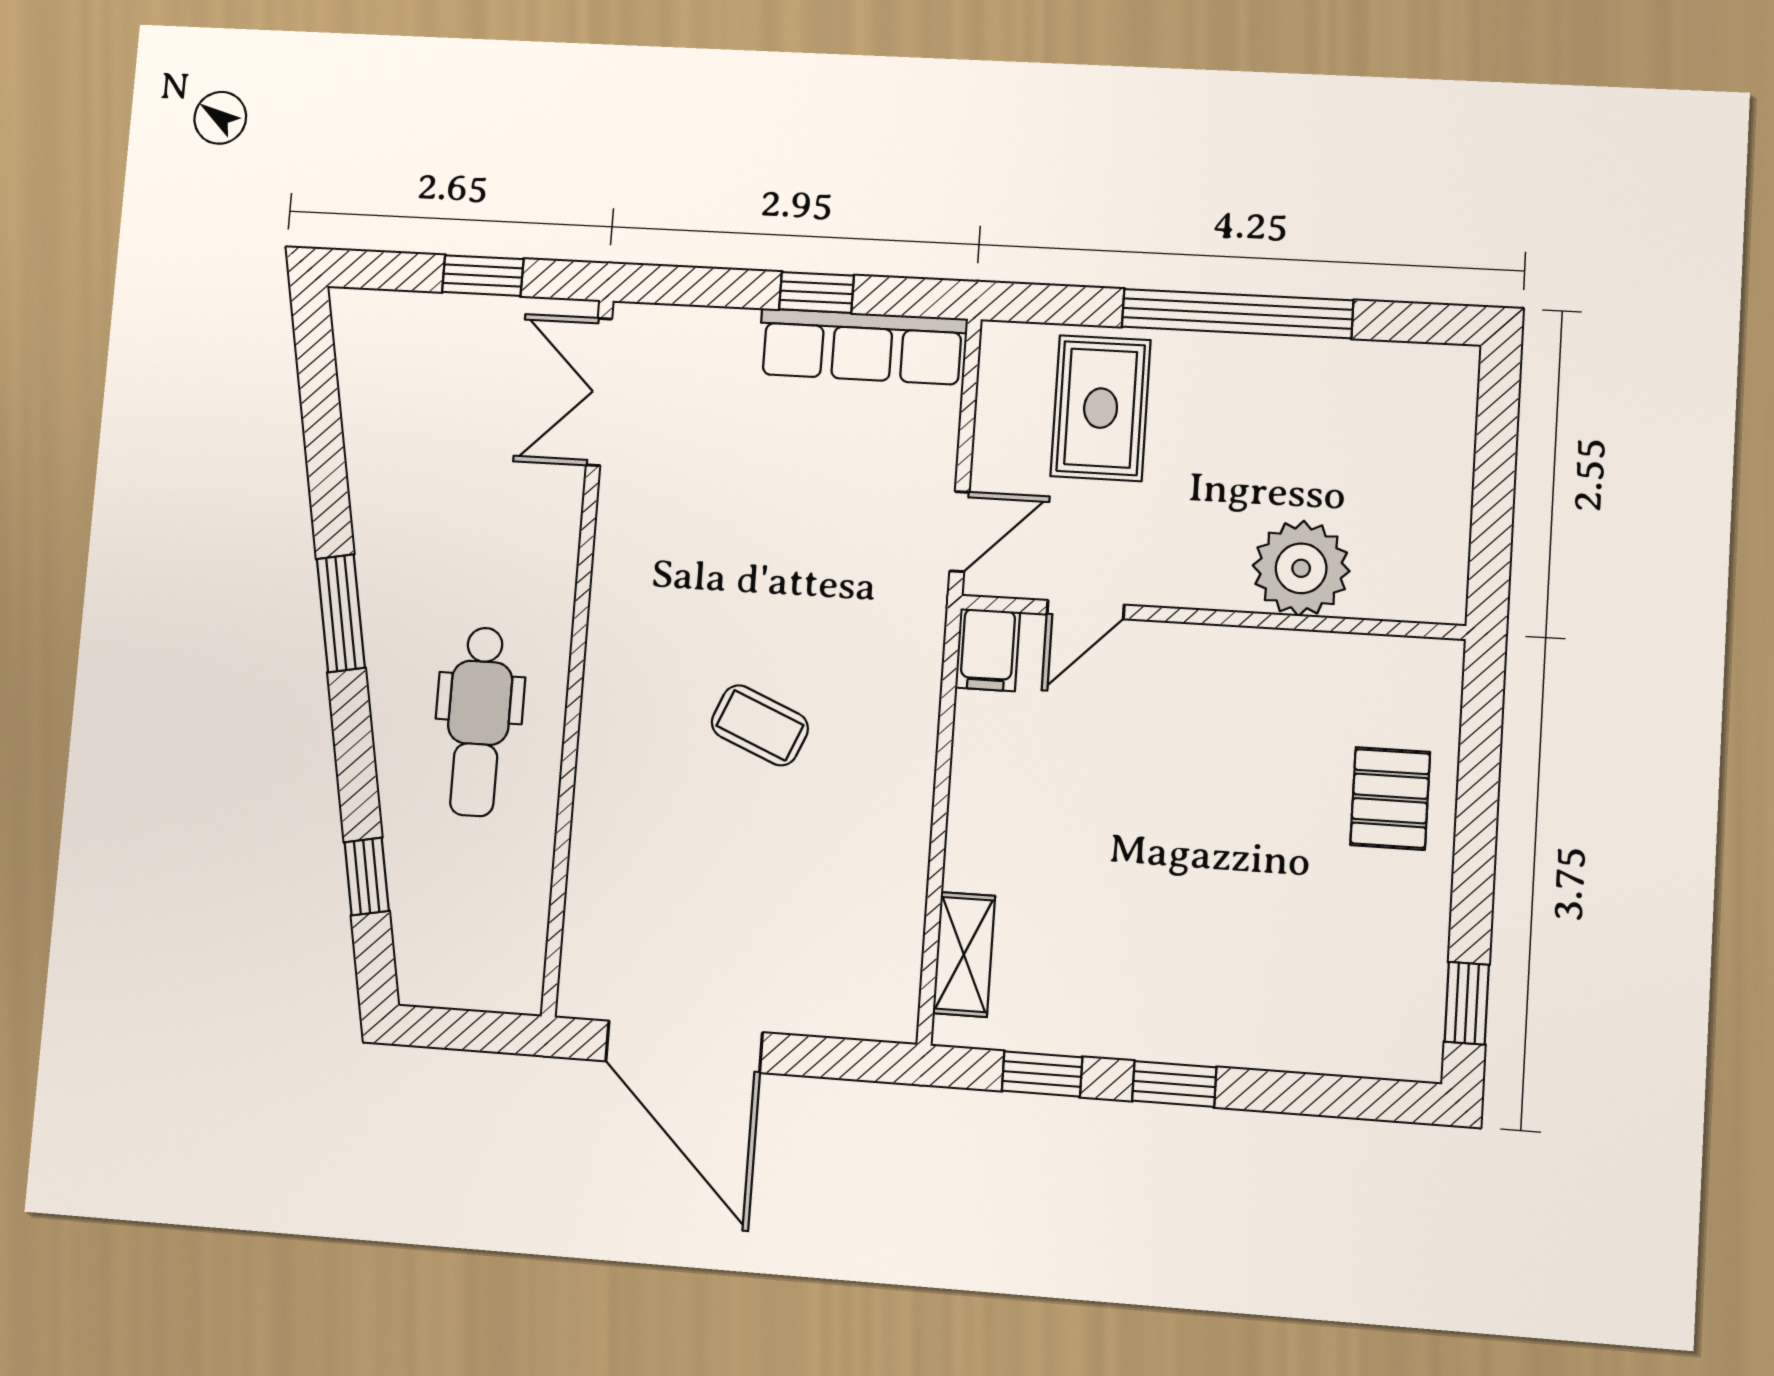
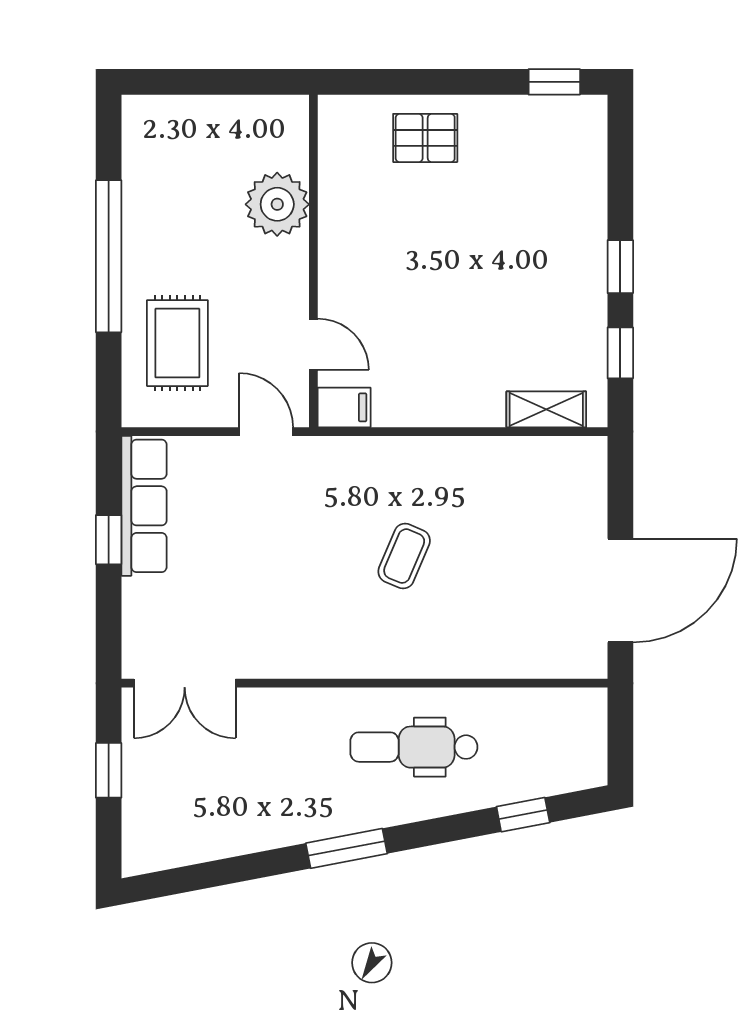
rug: (1101, 408) -> (177, 343), turned 90
dental chair: (479, 722) -> (414, 747), turned 180

